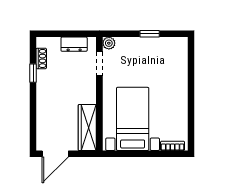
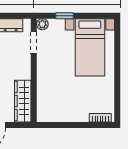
window: (150, 34) -> (65, 16), moved
bed with nightstands: (133, 119) -> (90, 47), moved, turned 180

